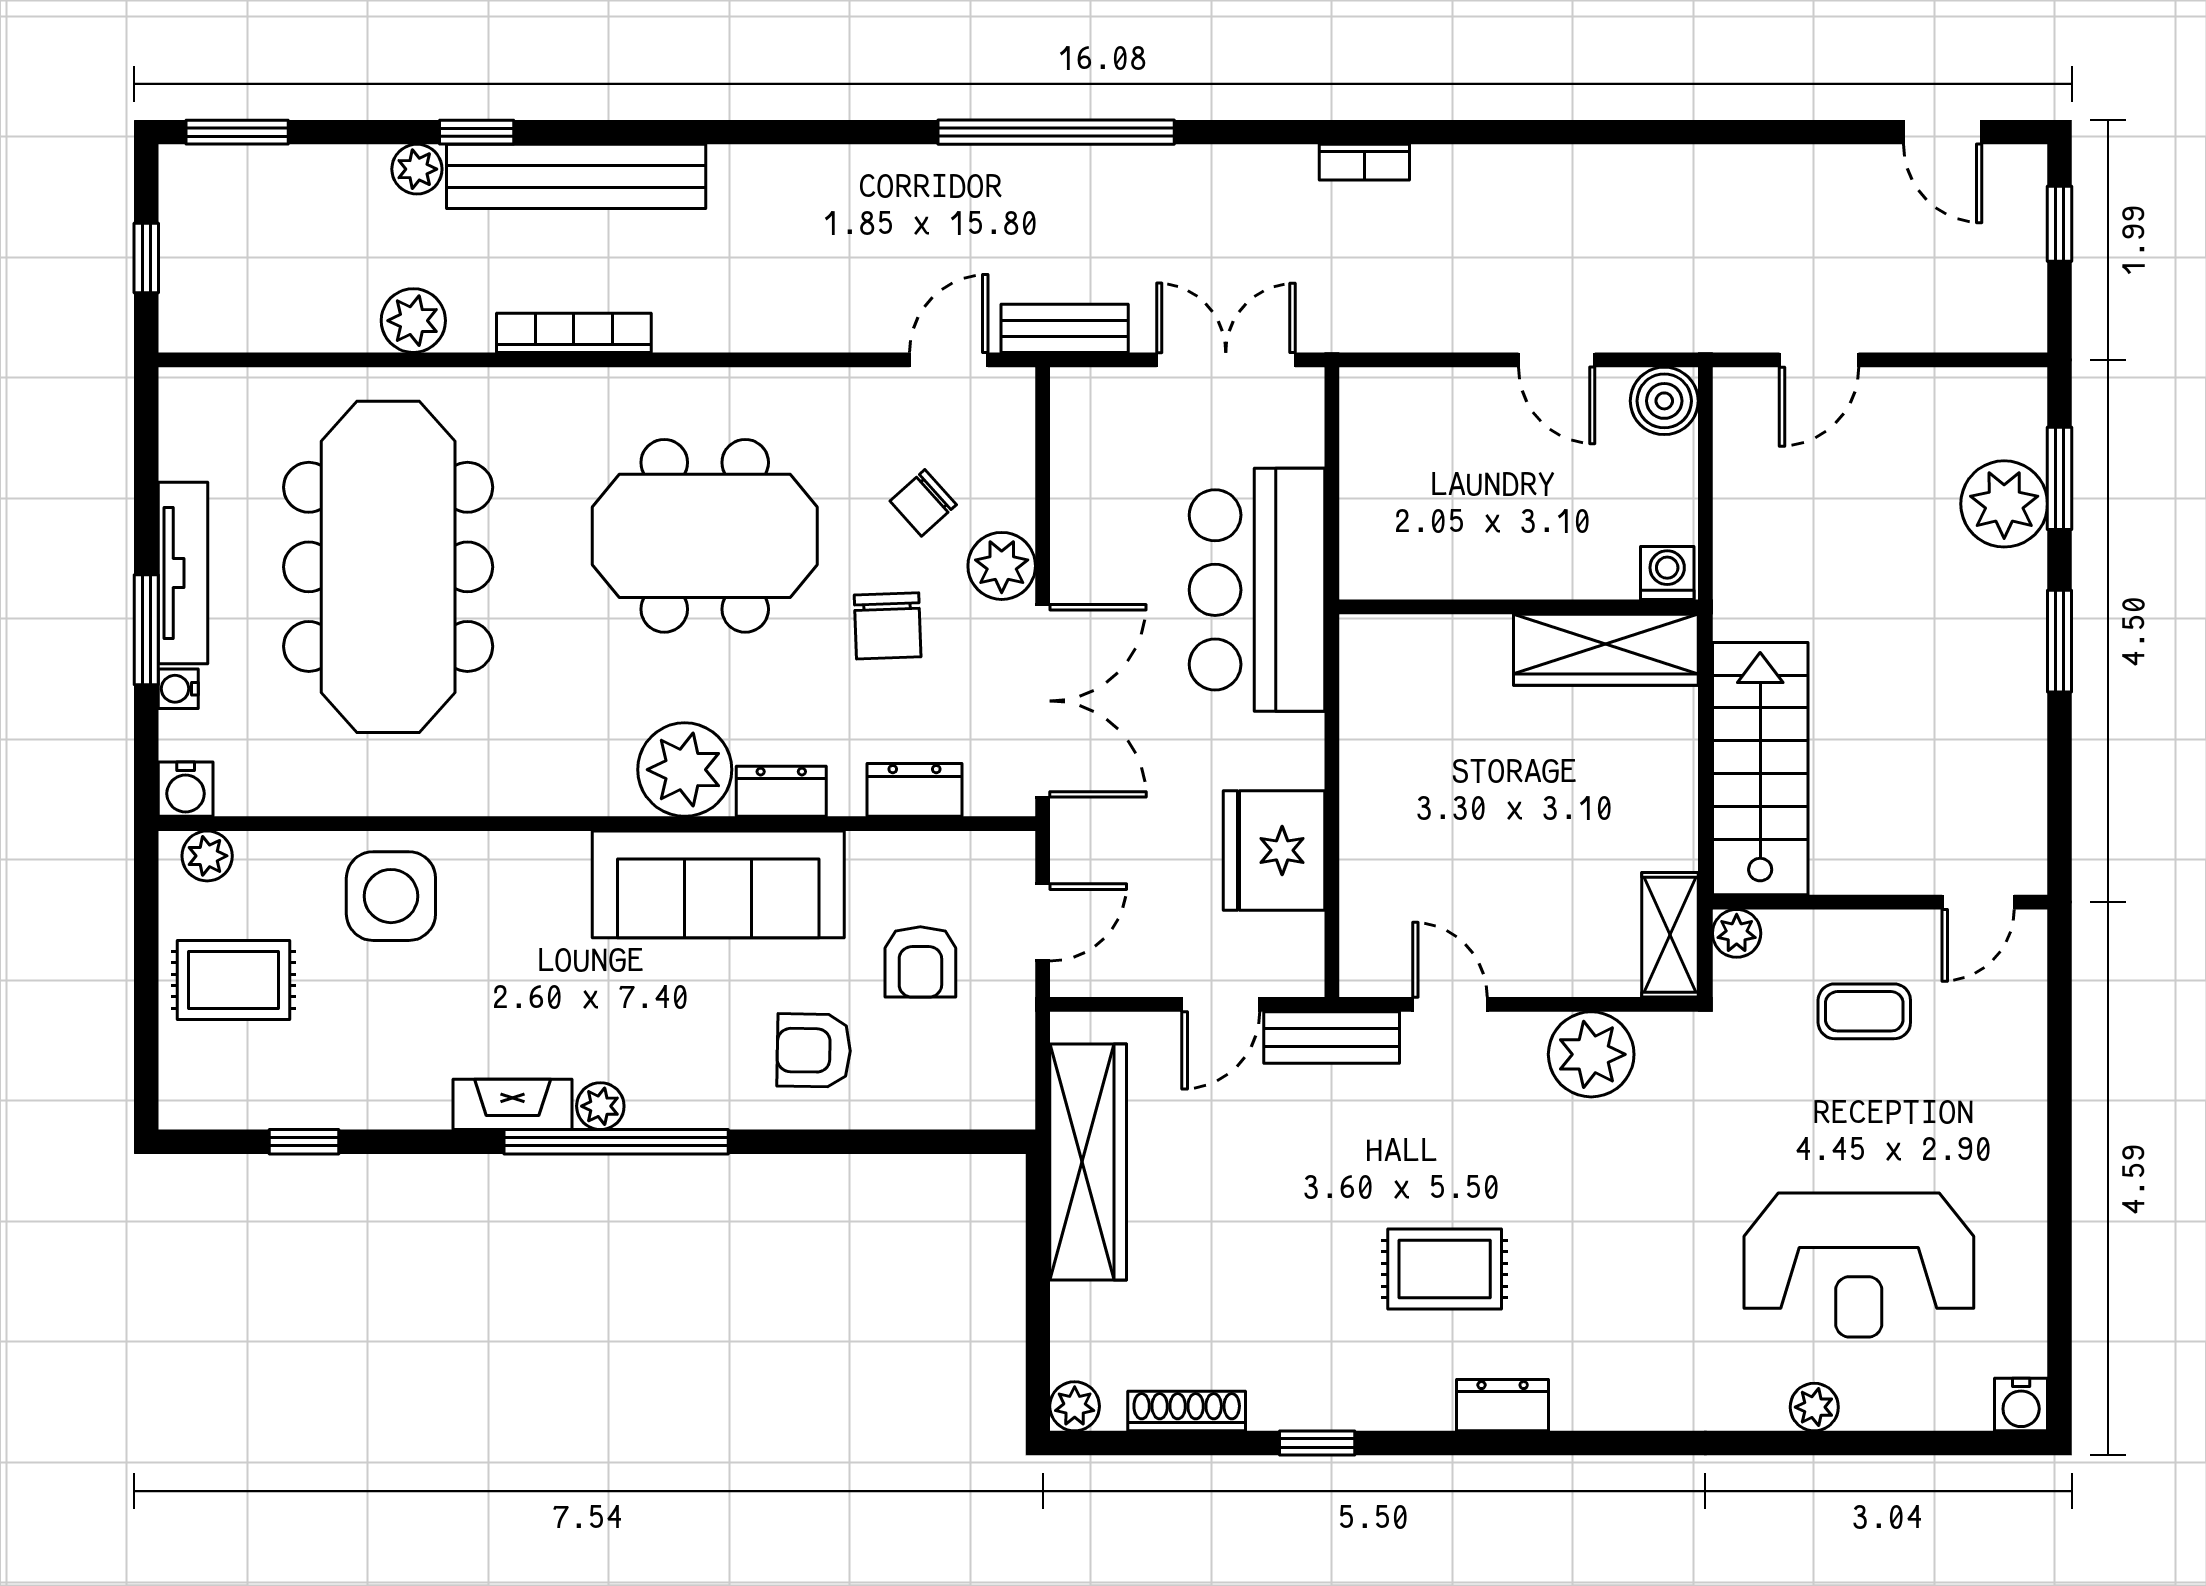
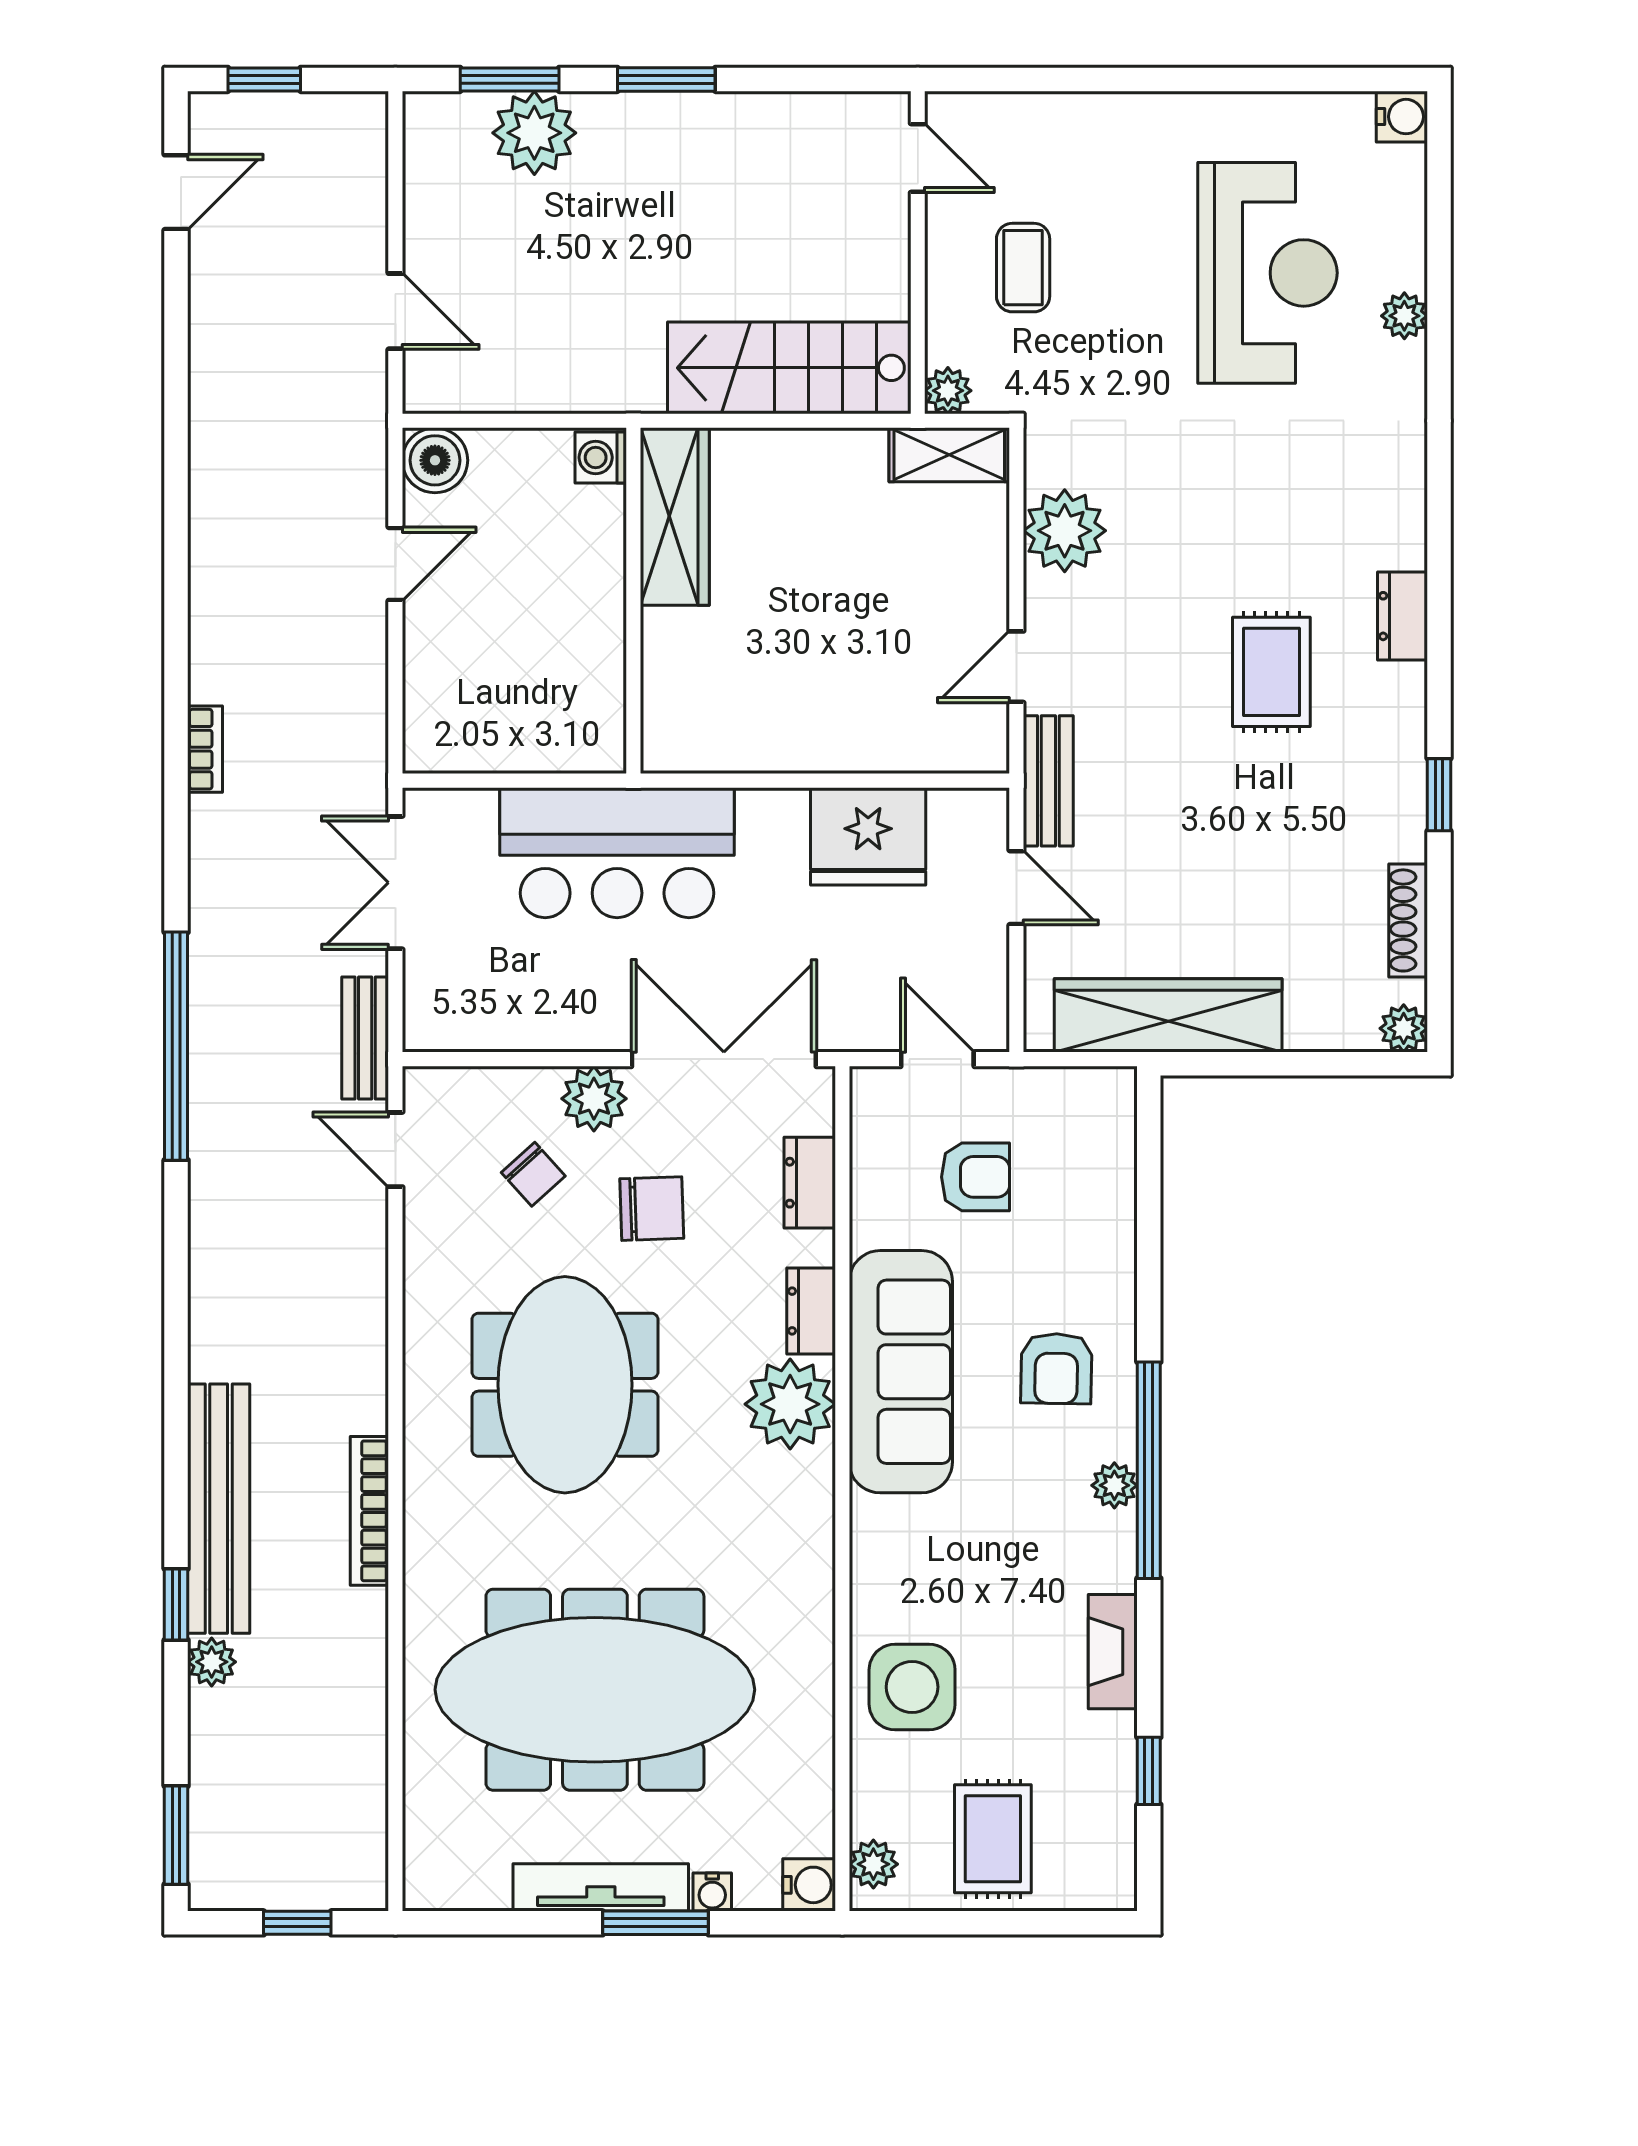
plant: (413, 321) -> (358, 1665), removed
armchair: (814, 1050) -> (1056, 1369), moved
fireplace: (513, 1104) -> (1113, 1652), moved

